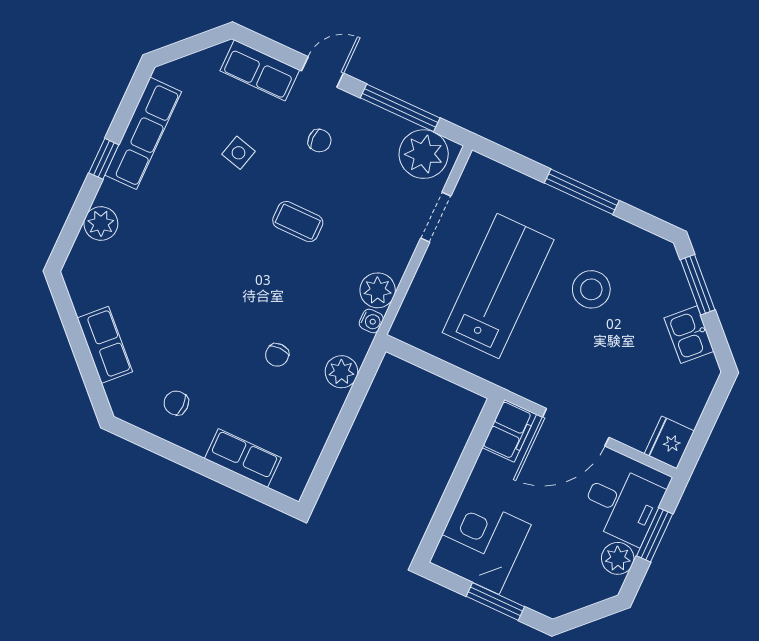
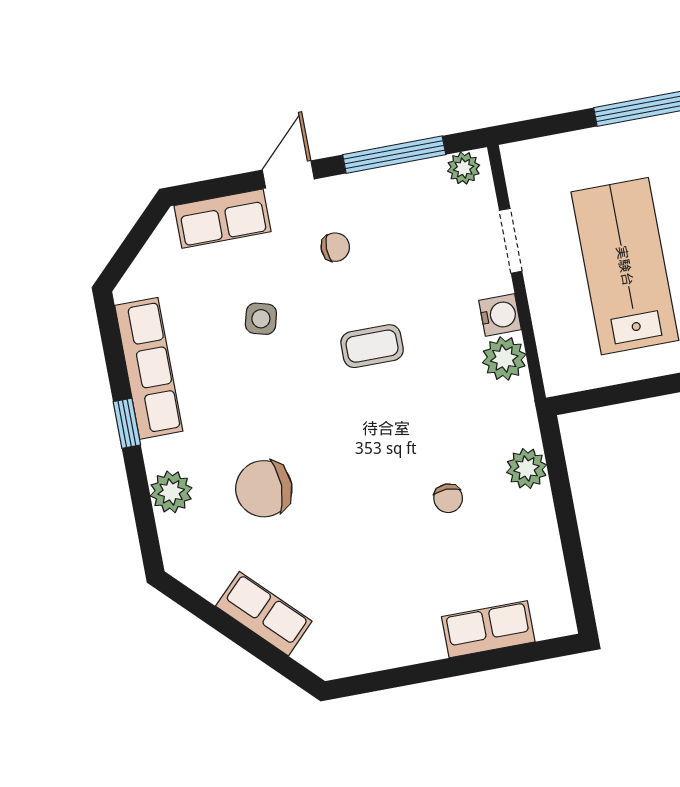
plant: (424, 154) -> (464, 168), width x0.53, depth x0.53
water cooler: (371, 321) -> (500, 315), moved, width x1.38, depth x1.38
chair: (176, 403) -> (264, 489), moved, width x1.87, depth x1.87

